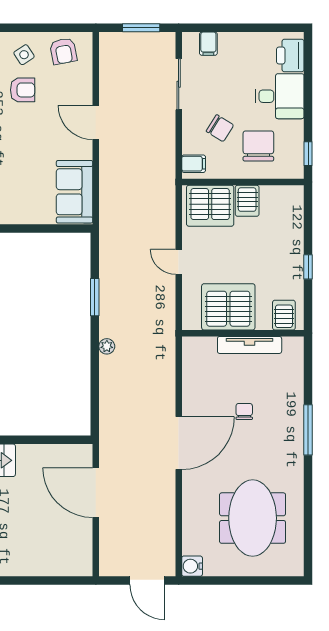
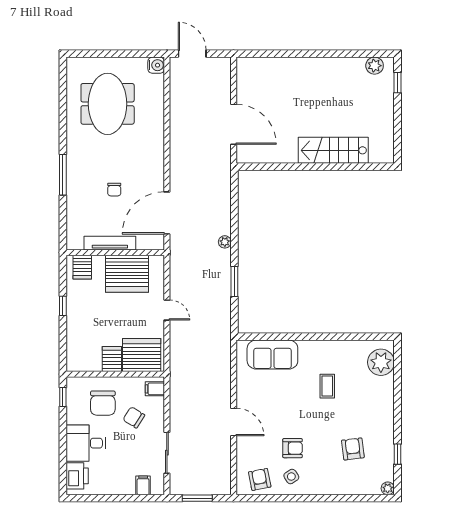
armchair: (23, 90) -> (293, 448), turned 180
sofa: (75, 192) -> (272, 355), moved, turned 90
door: (179, 443) -> (167, 213), moved

